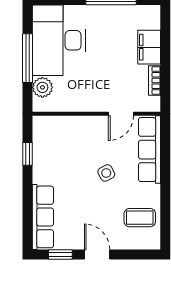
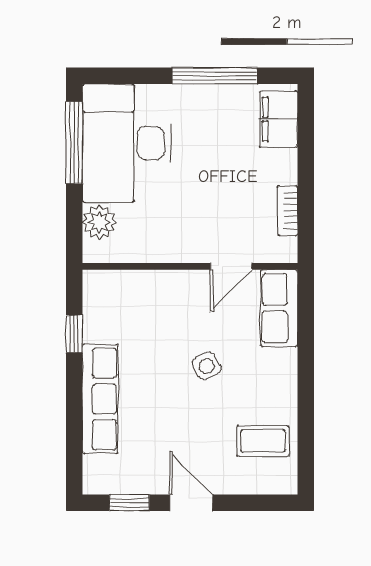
filing cabinet: (149, 47) -> (279, 119), moved
window: (27, 58) -> (74, 143), moved
row of seats: (149, 150) -> (279, 308), width x0.68
row of seats: (43, 217) -> (100, 399), moved

